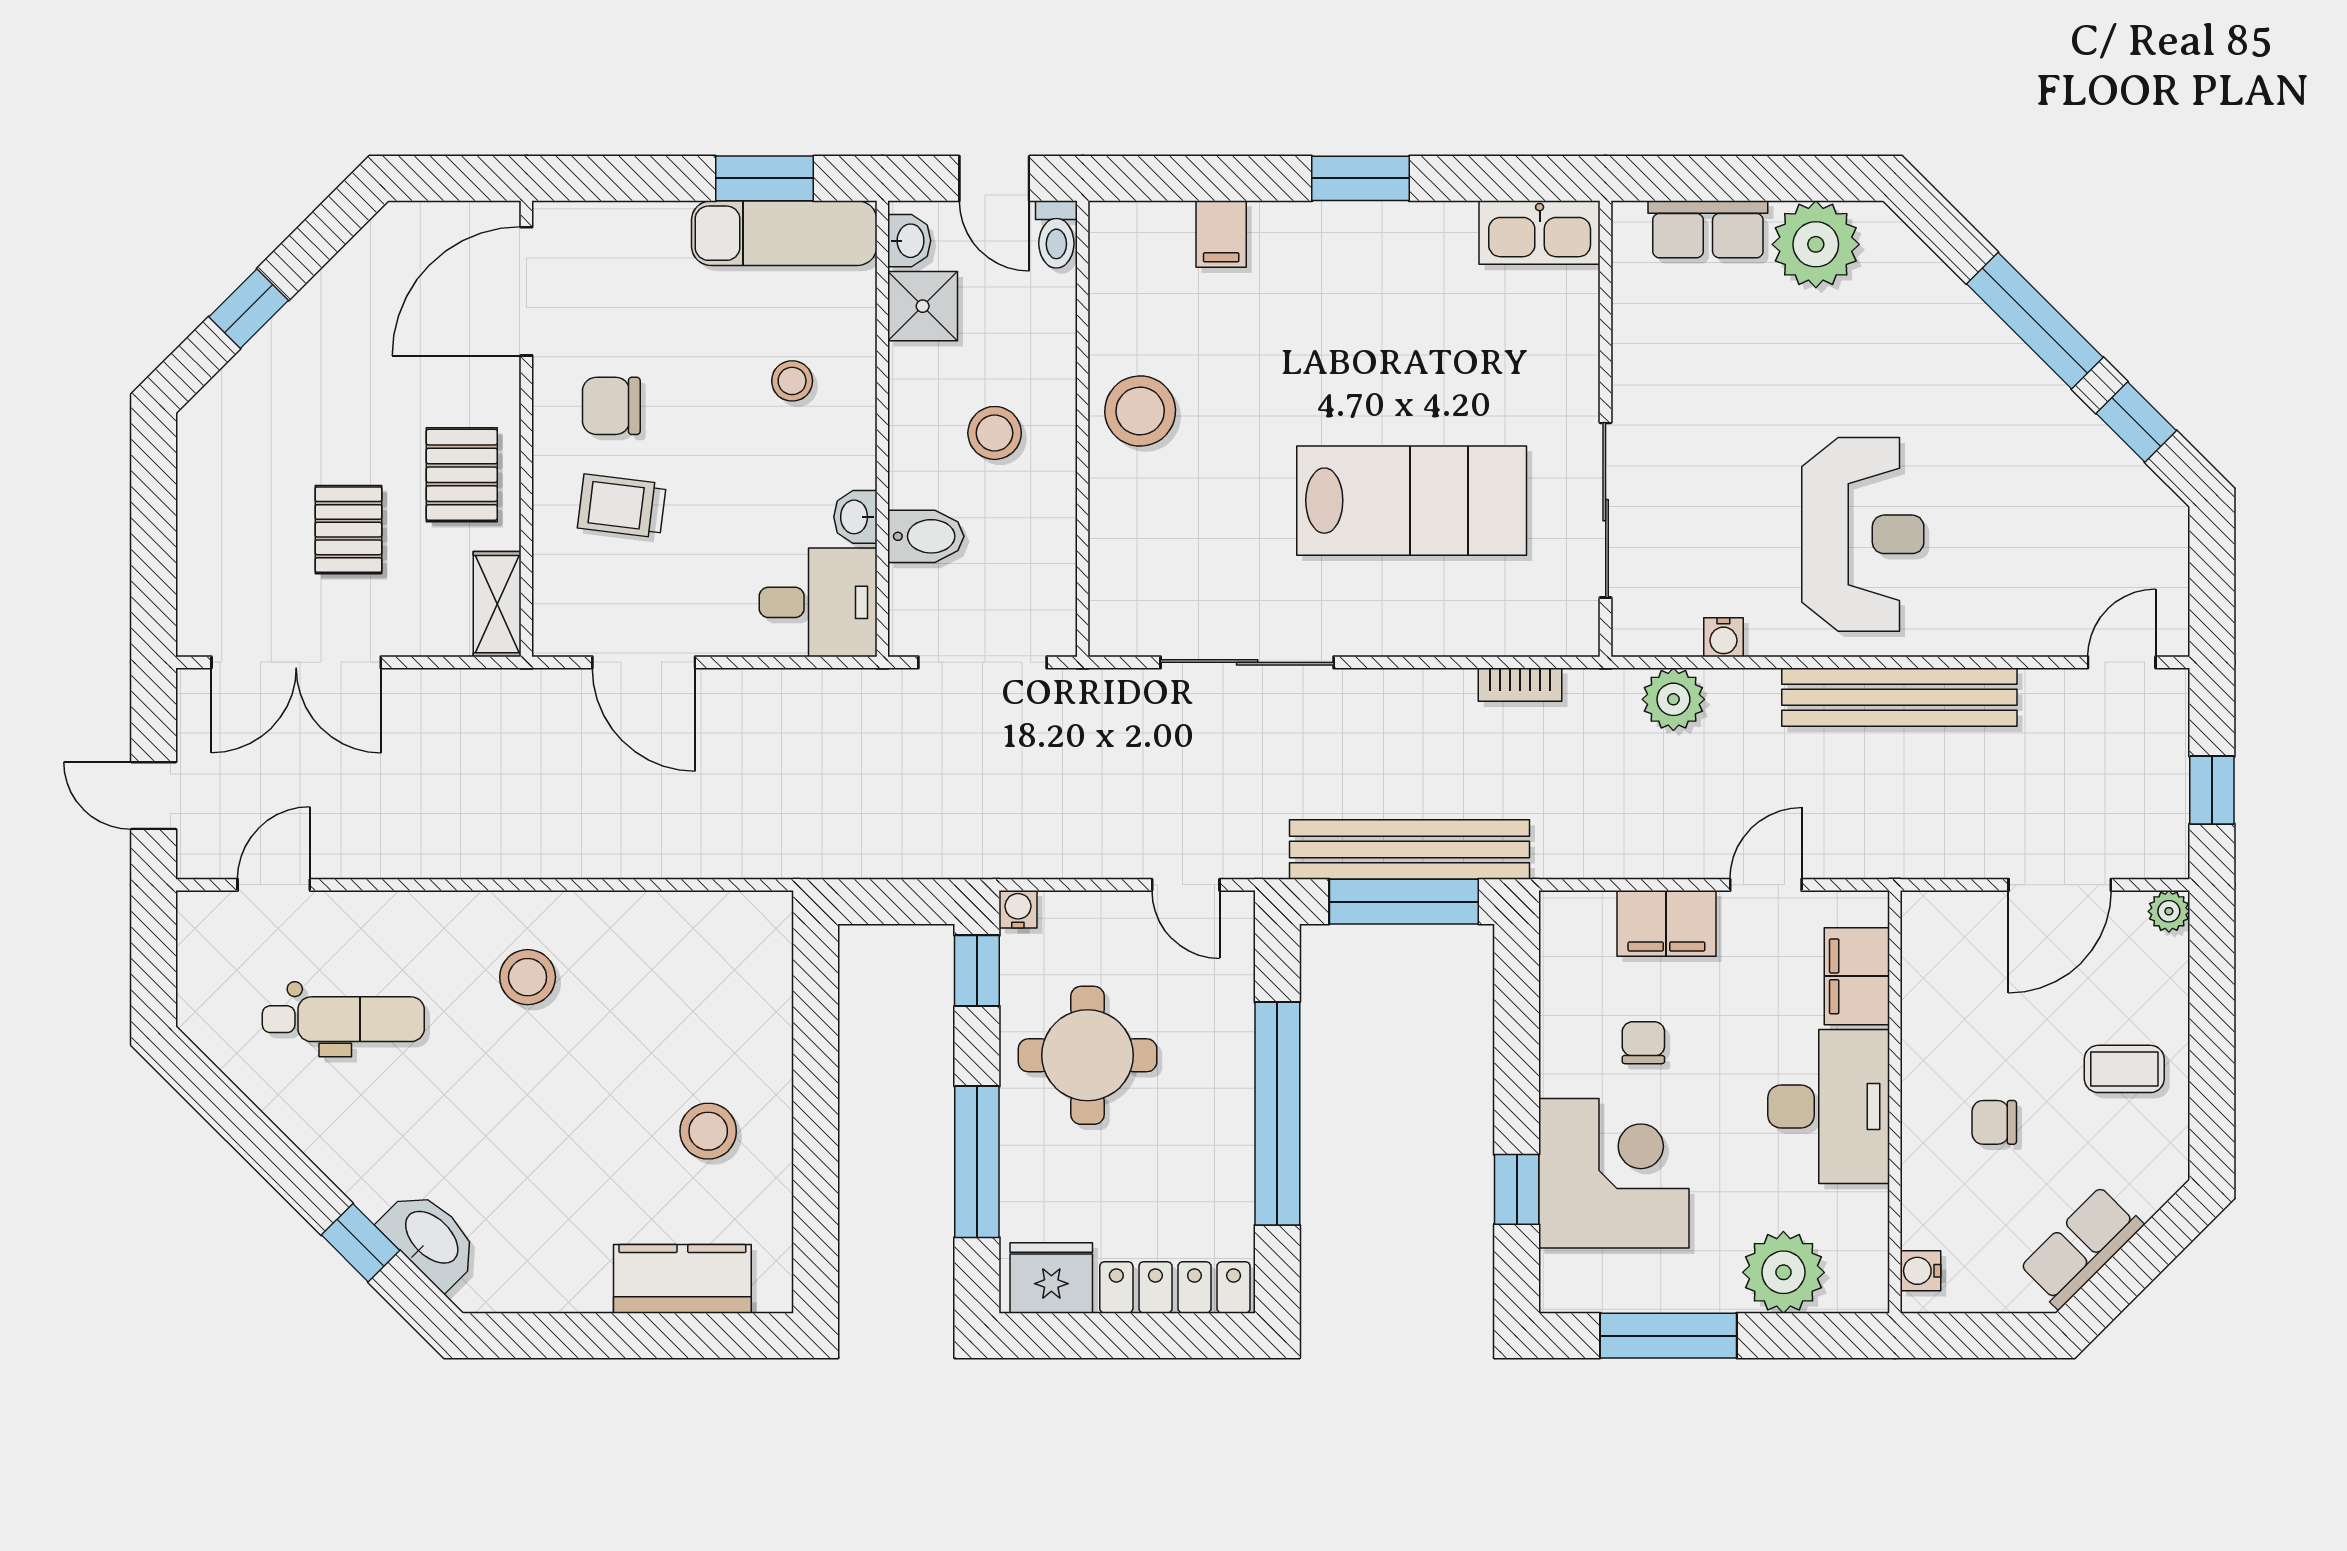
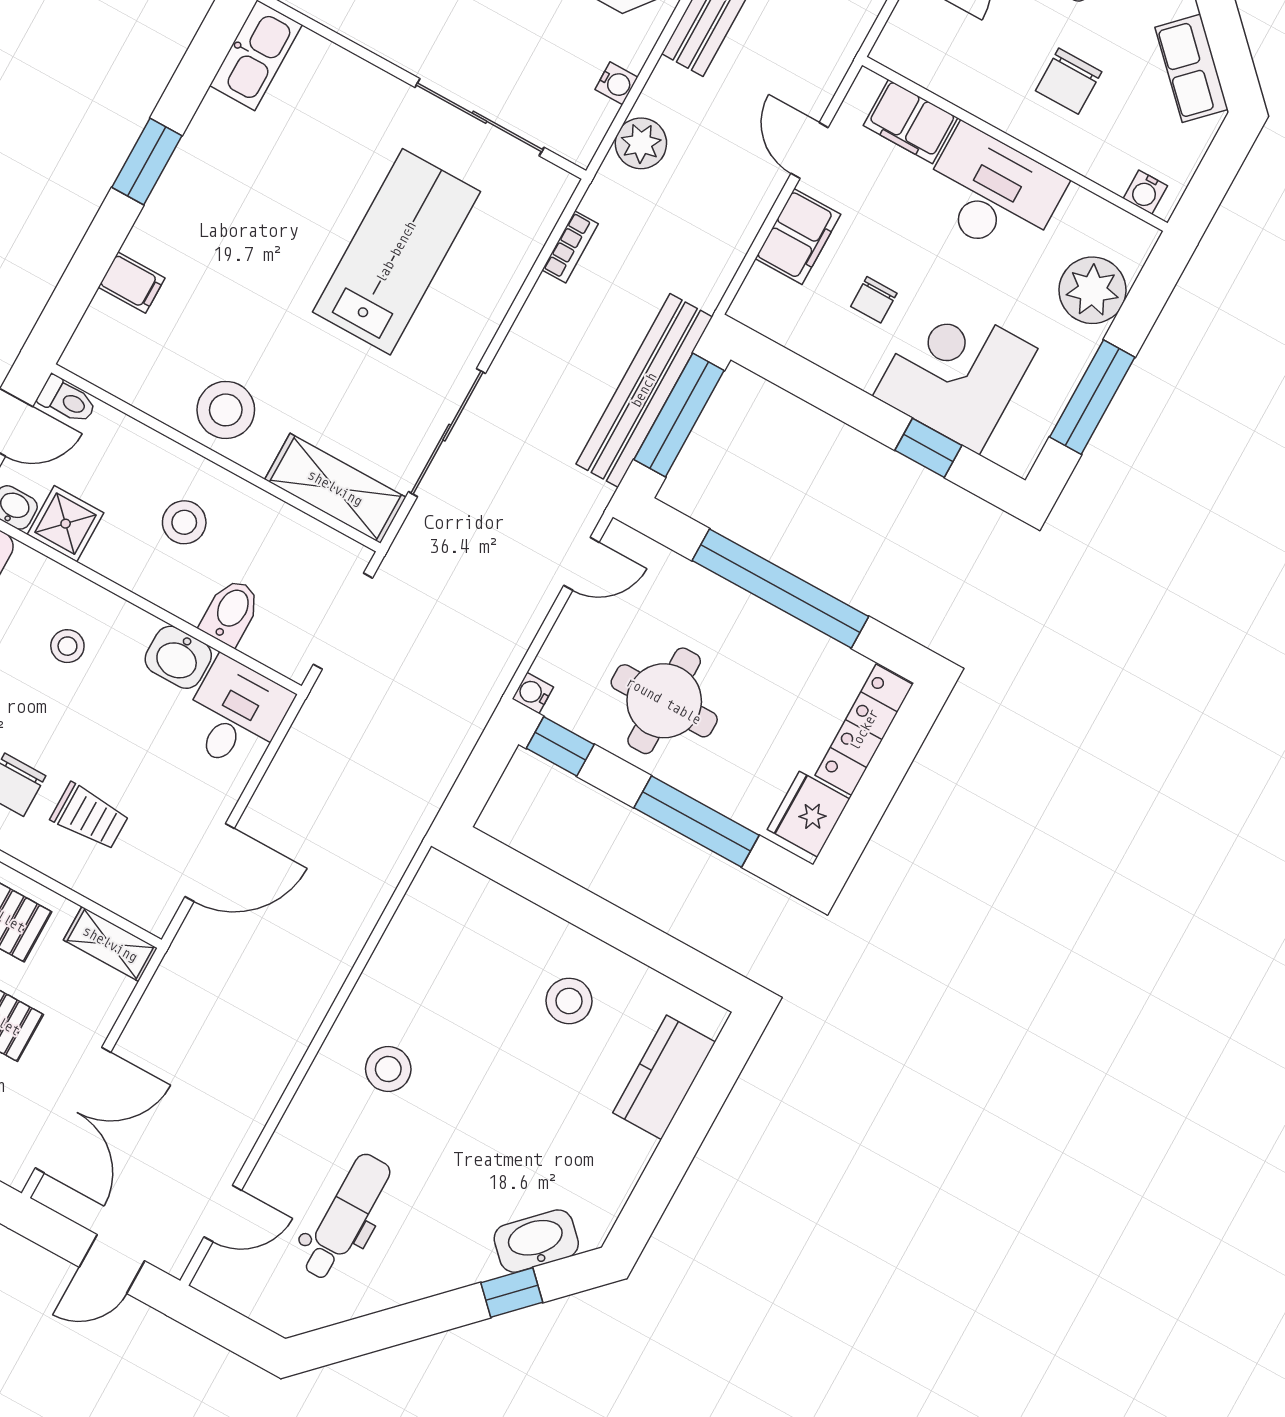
trolley: (622, 506) -> (90, 817), turned -97
washbasin: (855, 517) -> (178, 657), width x1.38, depth x1.45
shelving: (1121, 575) -> (335, 488), added
door: (274, 885) -> (223, 1214), swing flipped
chair: (1643, 1043) -> (874, 300), turned -90
chair: (1994, 1122) -> (1069, 81), width x1.37, depth x1.37

